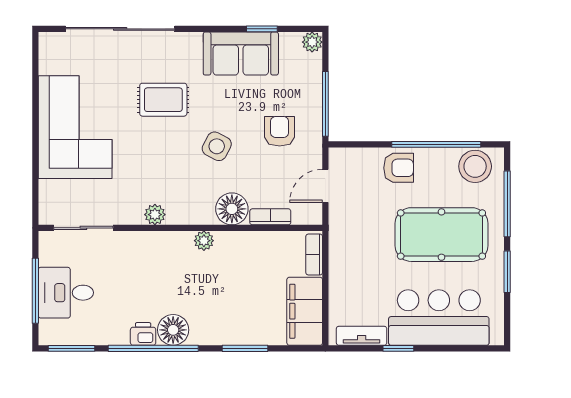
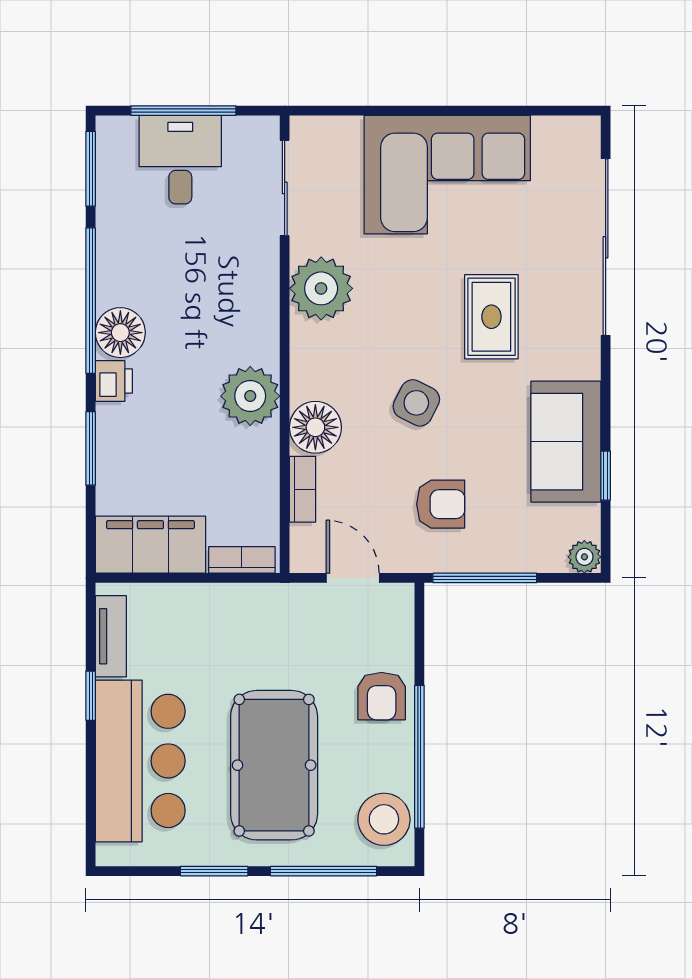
plant: (155, 215) -> (321, 288), width x1.88, depth x1.88
plant: (204, 241) -> (250, 396), width x1.88, depth x1.88
printer: (143, 334) -> (114, 381), moved

